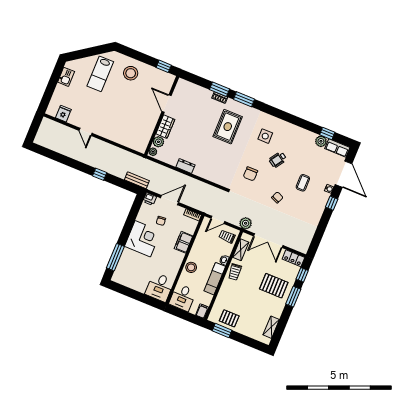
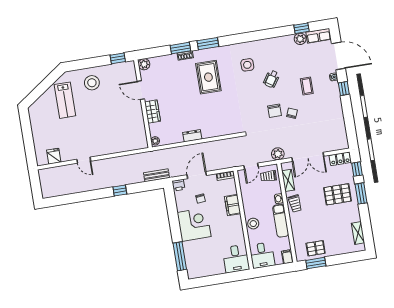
kitchen sink: (66, 77) -> (36, 122), removed
plant: (158, 142) -> (144, 64), moved
chair: (250, 174) -> (275, 111), moved

